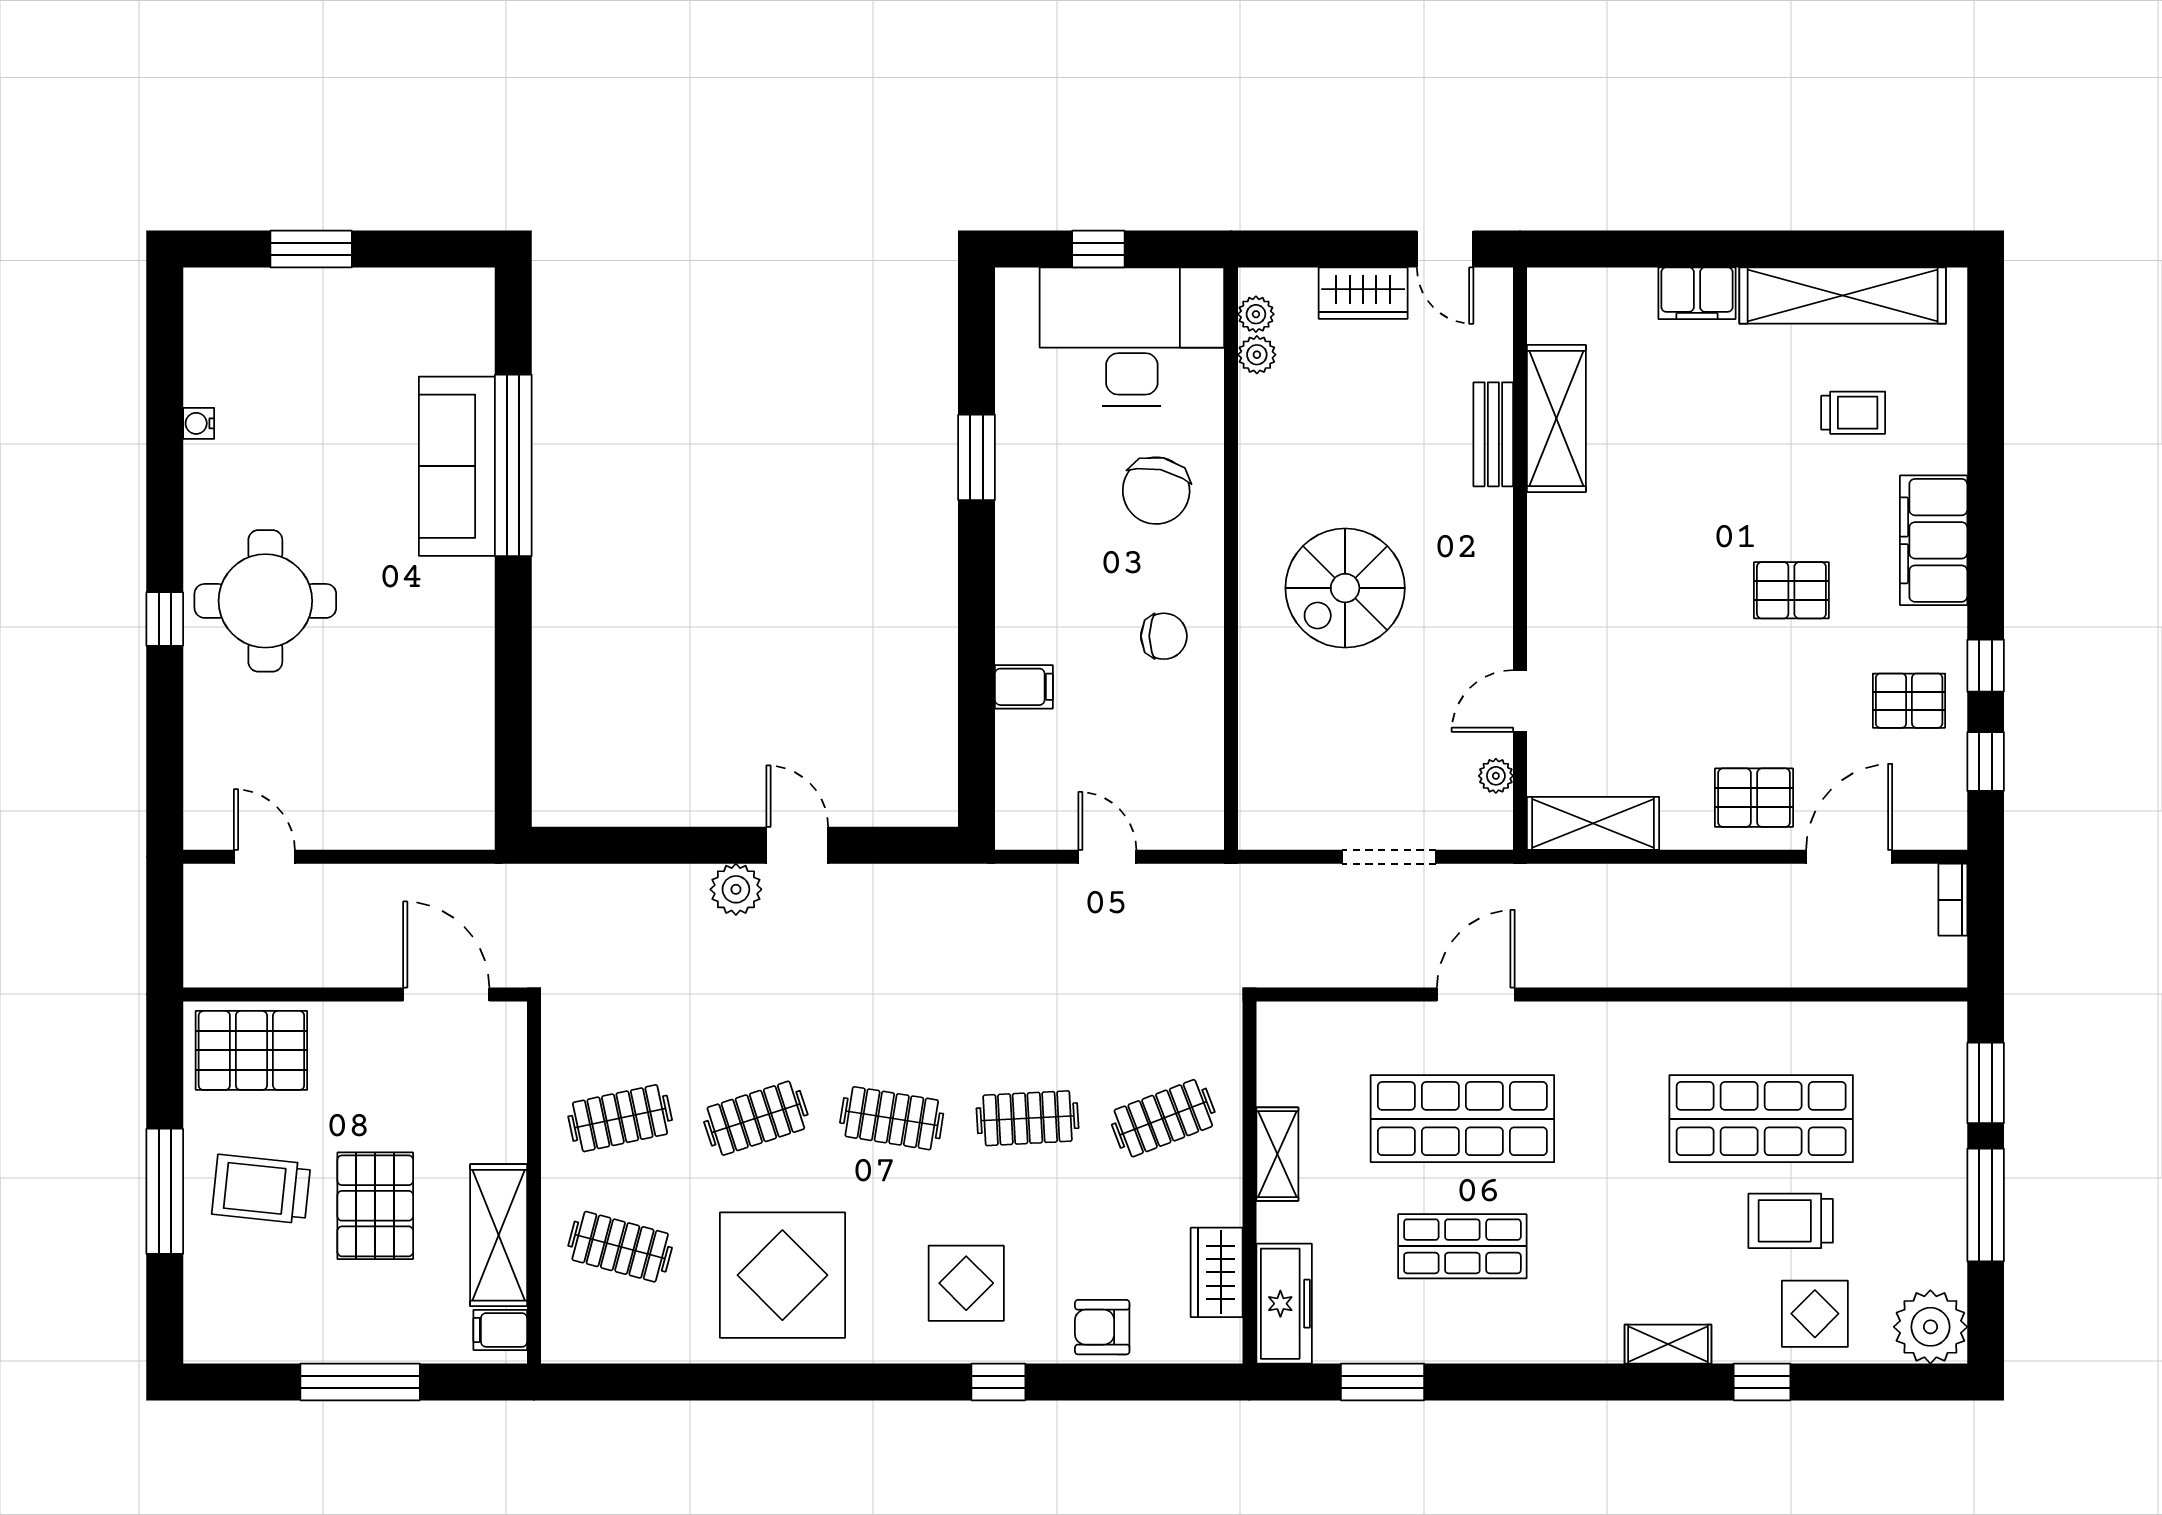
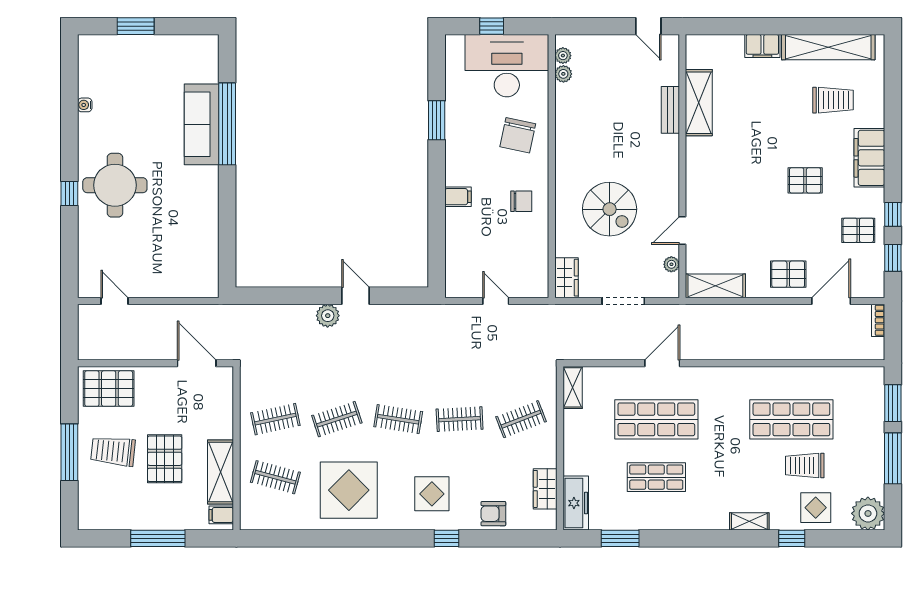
wardrobe: (1363, 293) -> (566, 278), moved, turned -90
trolley: (1853, 413) -> (833, 100), width x1.36, depth x1.39
spiral stairs: (1345, 588) -> (610, 209), moved, turned -90
filing cabinet: (1024, 687) -> (458, 197), moved
shelving: (1277, 1154) -> (573, 387), moved

